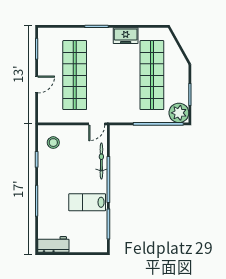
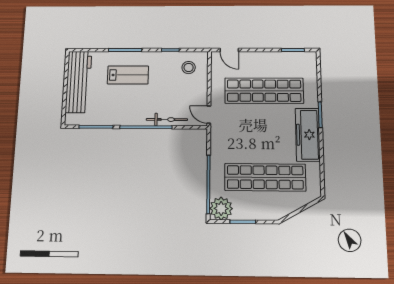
freezer: (126, 36) -> (308, 135), width x1.91, depth x1.26
door: (37, 85) -> (229, 50), moved
lab bench: (87, 202) -> (128, 75), moved, turned 90
workbench: (53, 244) -> (79, 82), width x1.88, depth x1.32

